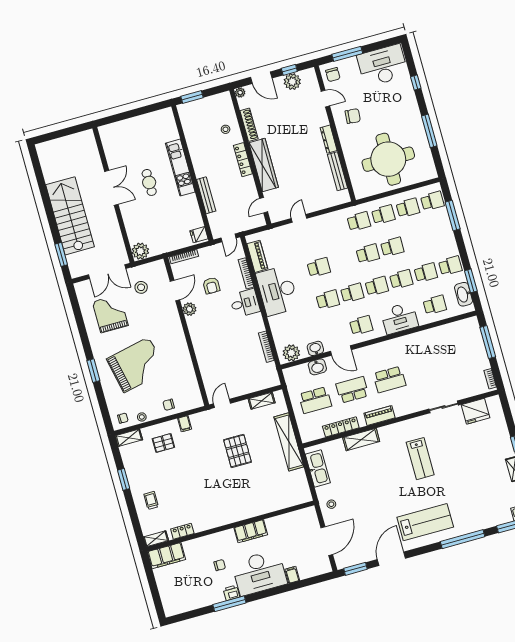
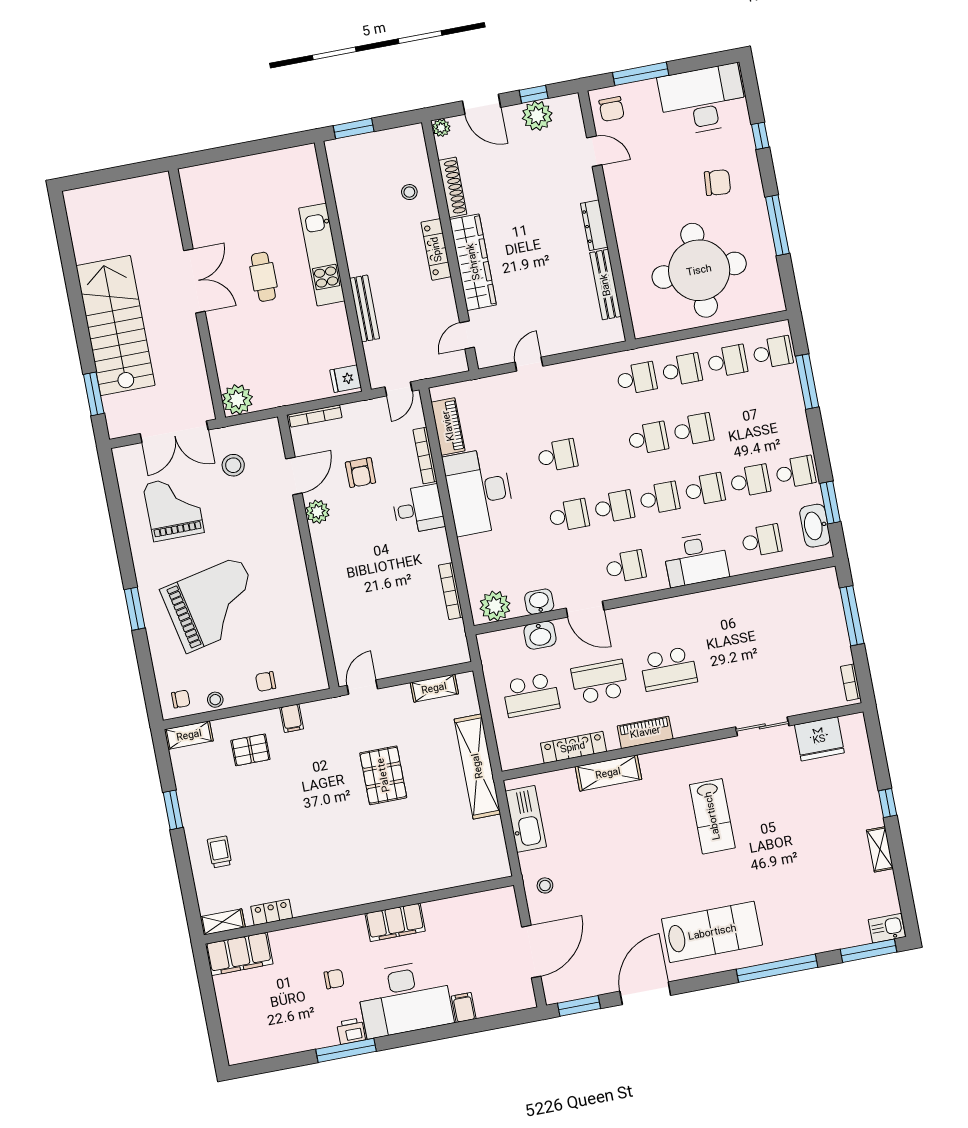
chair: (353, 116) -> (717, 183), moved

